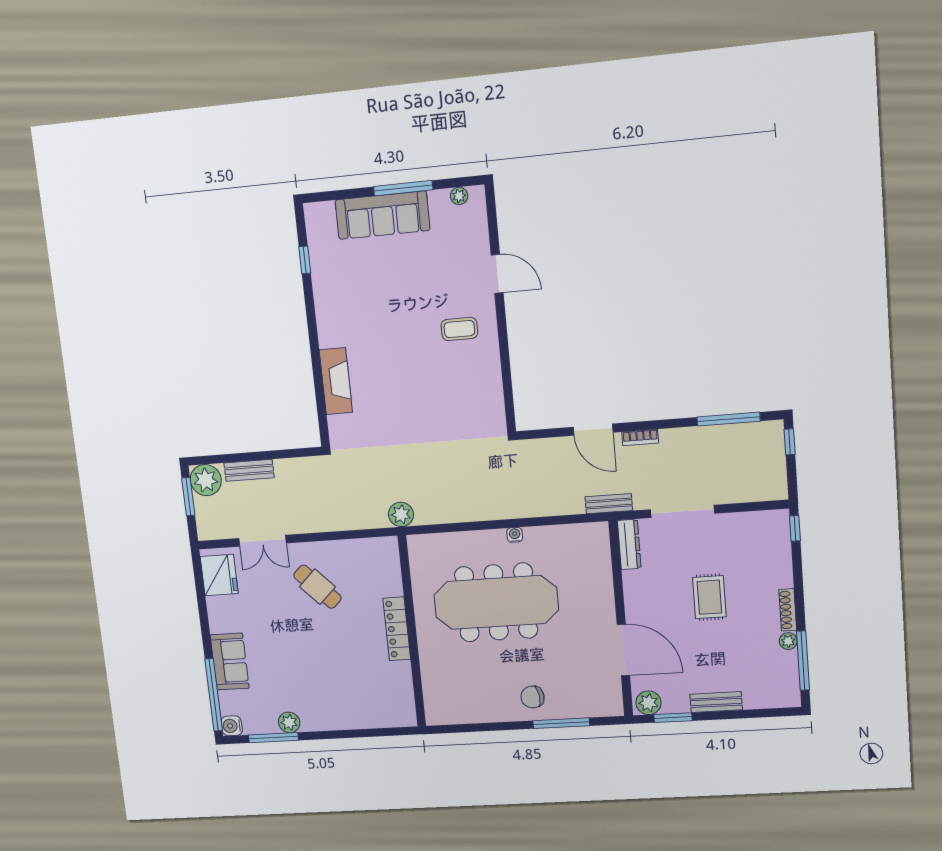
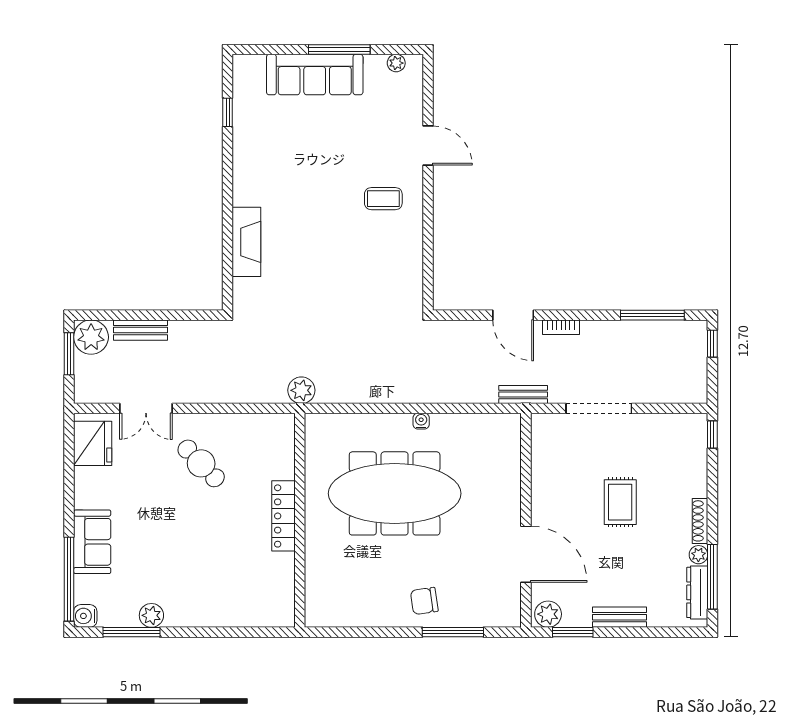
dresser: (629, 544) -> (697, 592), moved, turned 180

